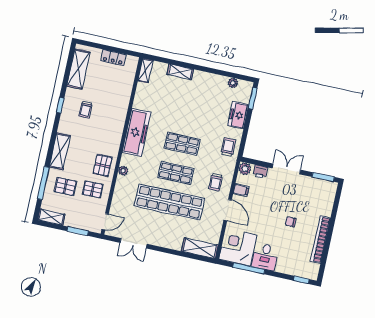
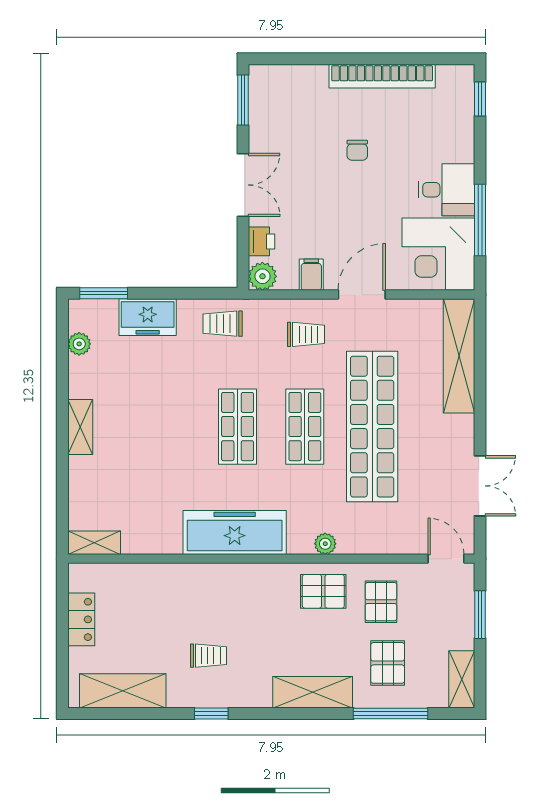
shelving: (180, 72) -> (80, 427), moved
double door: (286, 169) -> (243, 185), swing flipped
shelving: (200, 248) -> (459, 356), width x1.47

